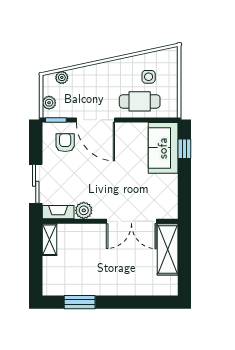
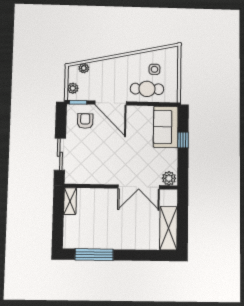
window: (184, 149) -> (183, 140), moved
plant: (84, 210) -> (169, 178), moved
fireplace: (58, 212) -> (78, 178), removed
shelving: (168, 249) -> (168, 228), moved
window: (80, 302) -> (94, 255), width x1.44

